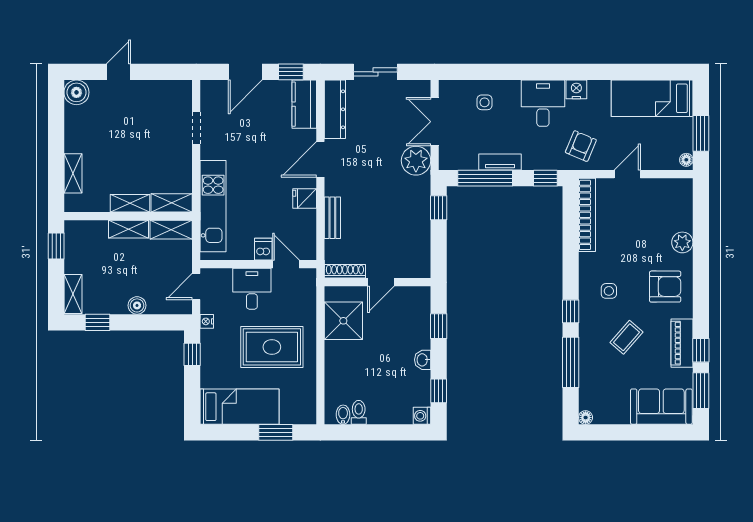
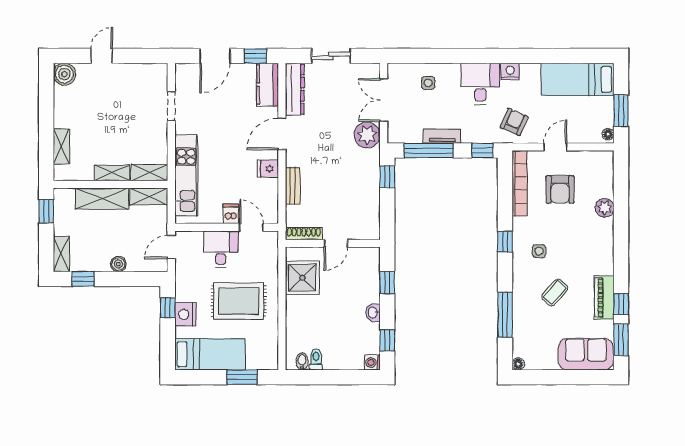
shelving: (129, 229) -> (102, 199), width x1.50, depth x1.33
armchair: (665, 287) -> (560, 189), moved, turned 90
window: (571, 311) -> (505, 242), moved
nightstand: (207, 321) -> (185, 314), moved, width x1.89, depth x1.79

